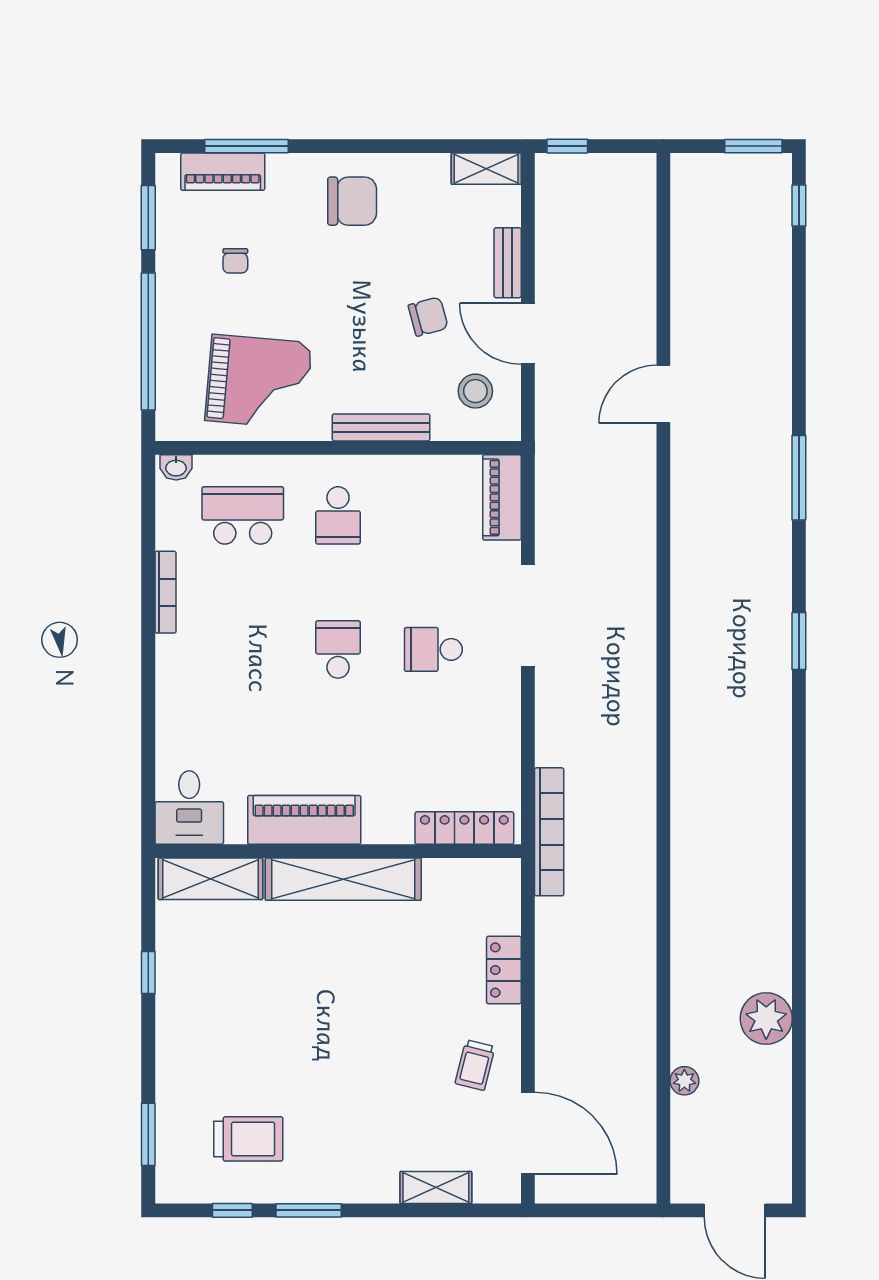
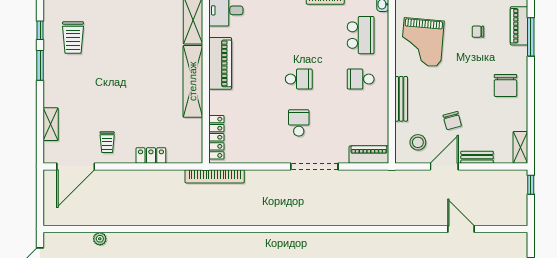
door: (663, 394) -> (461, 229), moved
trolley: (475, 1065) -> (107, 142), turned -104

